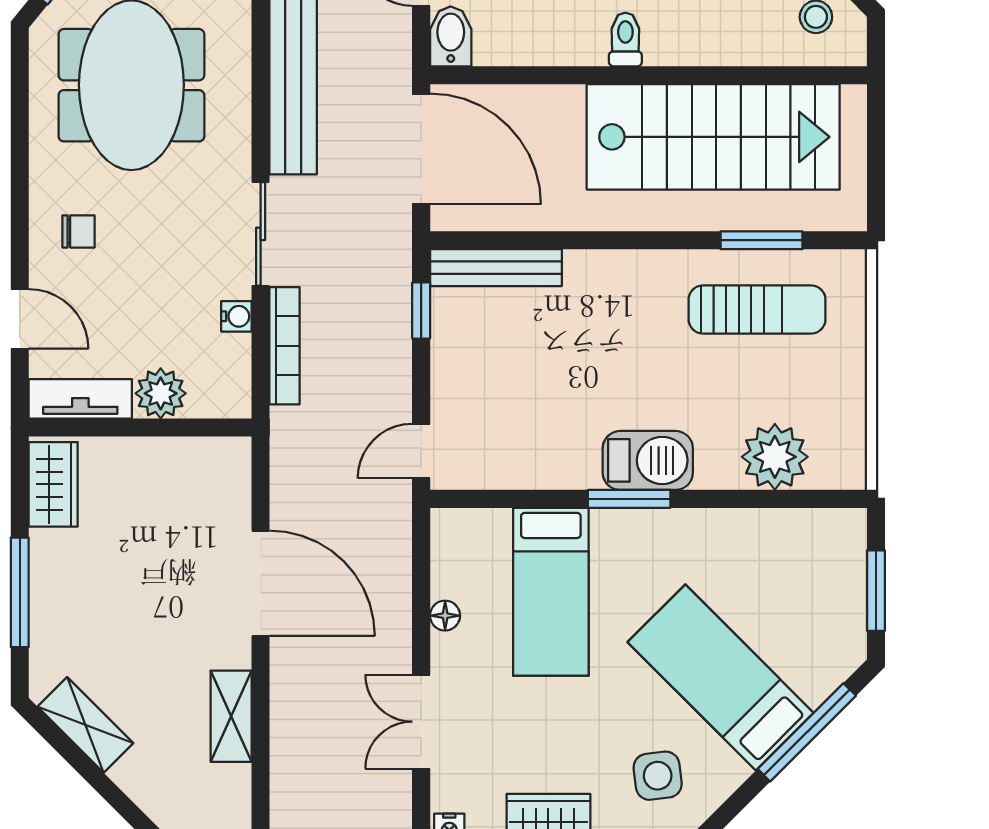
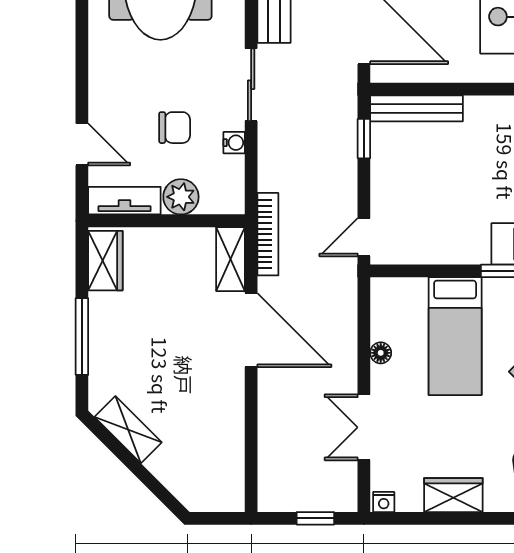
chair: (79, 231) -> (175, 128), moved, width x1.37, depth x1.37
bookcase: (285, 346) -> (268, 234), moved
shelving: (231, 716) -> (230, 259), moved

